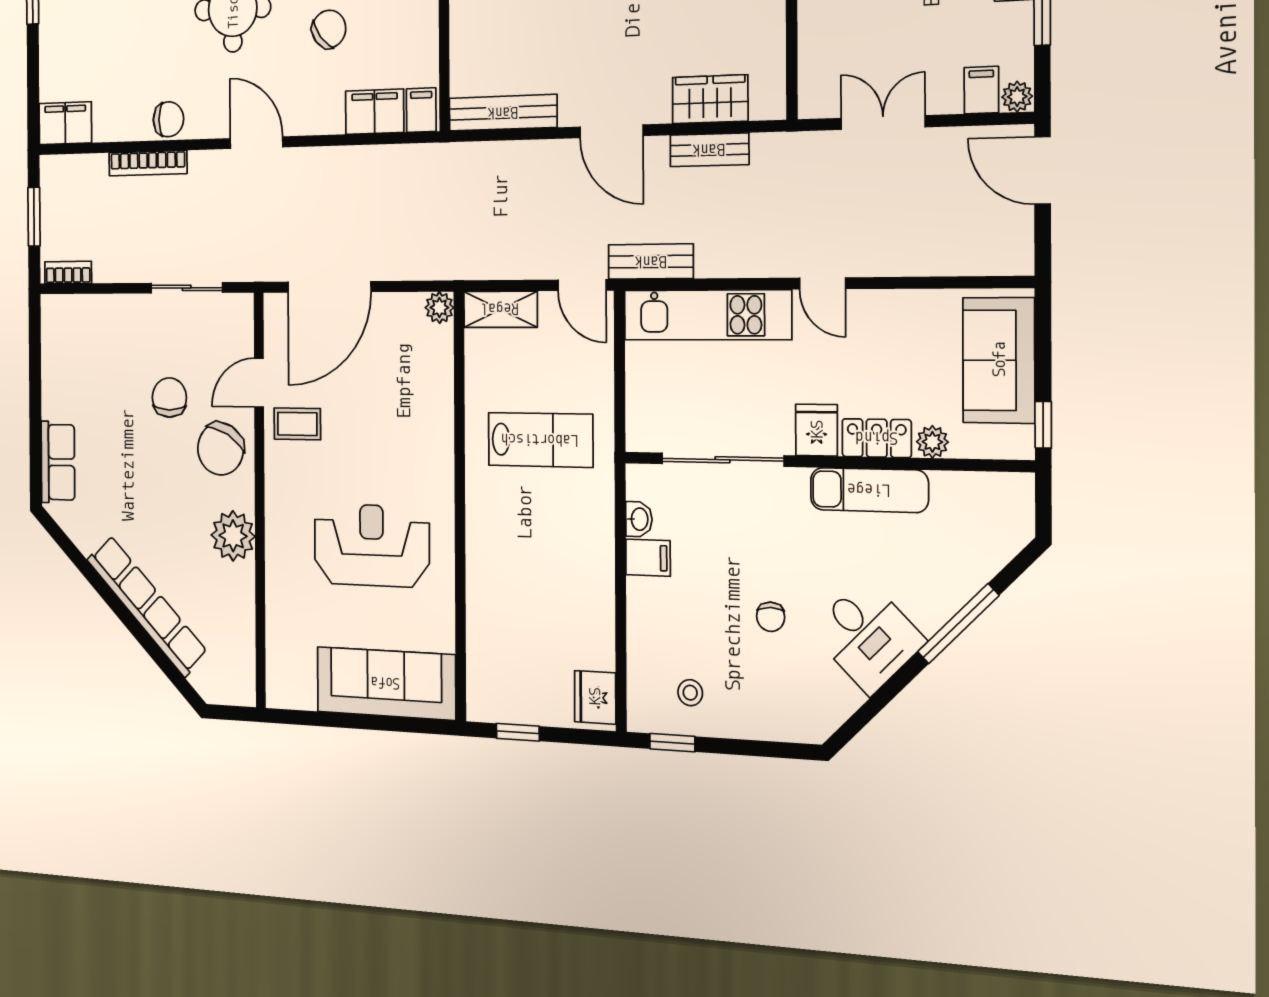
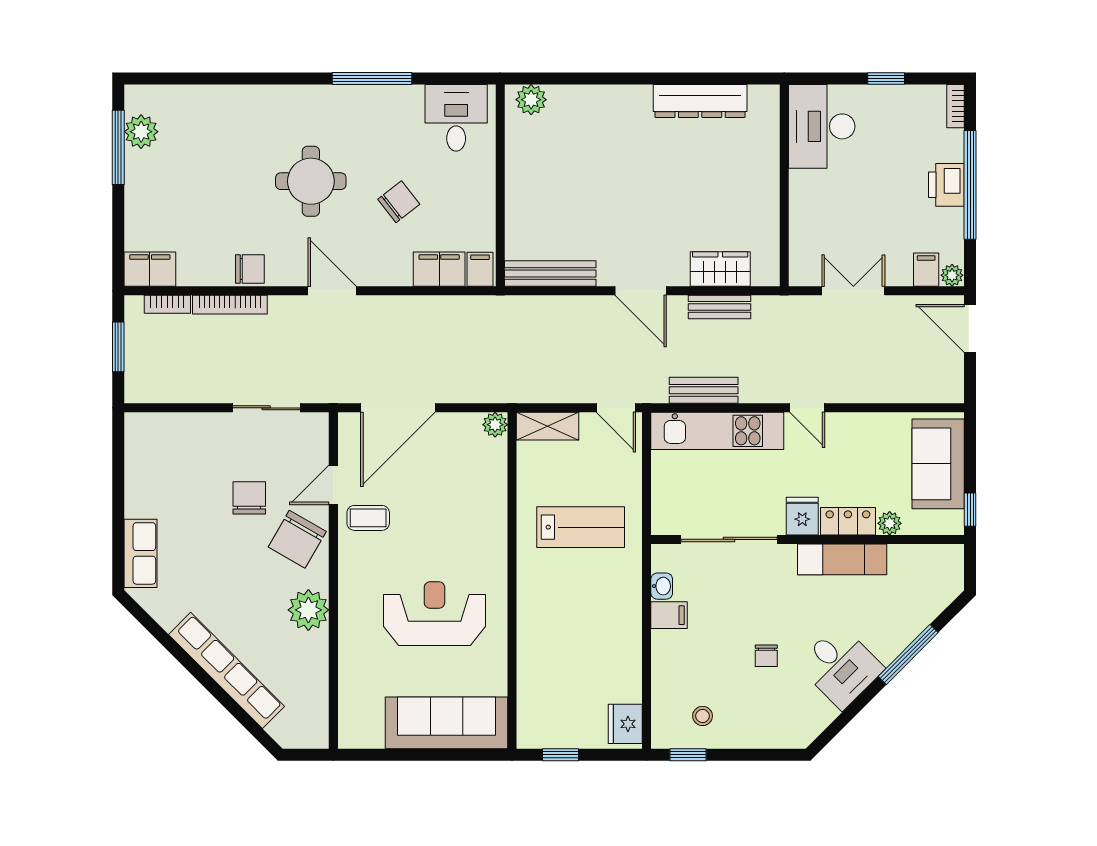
bench: (651, 262) -> (704, 390), moved
bookcase: (68, 272) -> (167, 304), moved, turned 180

